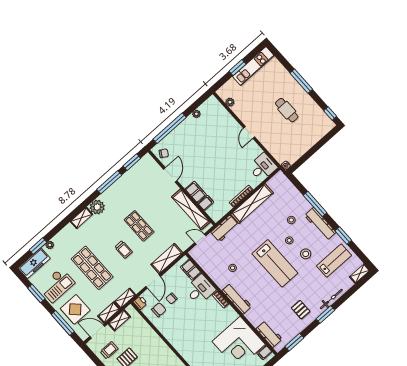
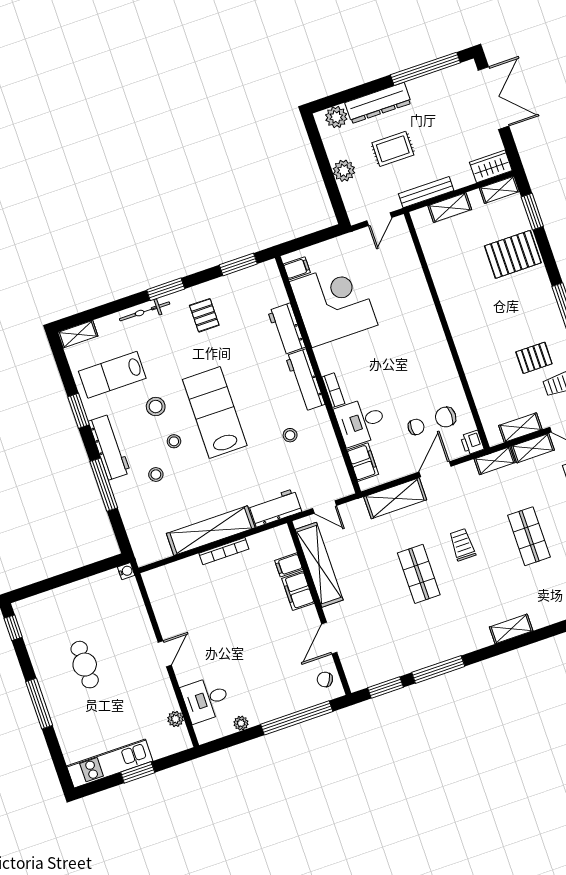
desk: (263, 167) -> (206, 699), moved
plant: (97, 207) -> (477, 636), removed
shop shelf: (92, 268) -> (529, 536), width x0.70, depth x0.74
workbench: (269, 334) -> (286, 329), moved

